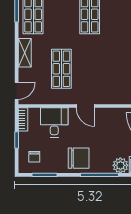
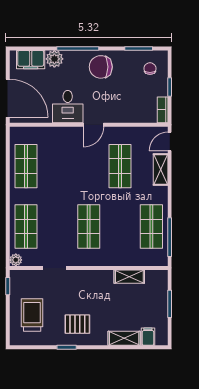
shelving: (25, 53) -> (161, 169), moved
door: (85, 106) -> (93, 125), swing flipped
desk: (54, 122) -> (68, 107), moved

